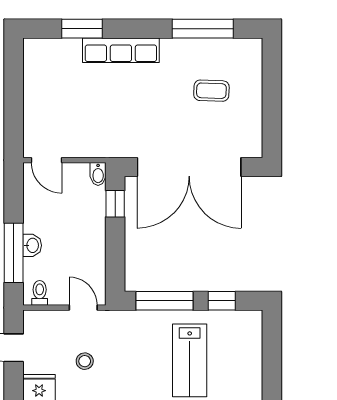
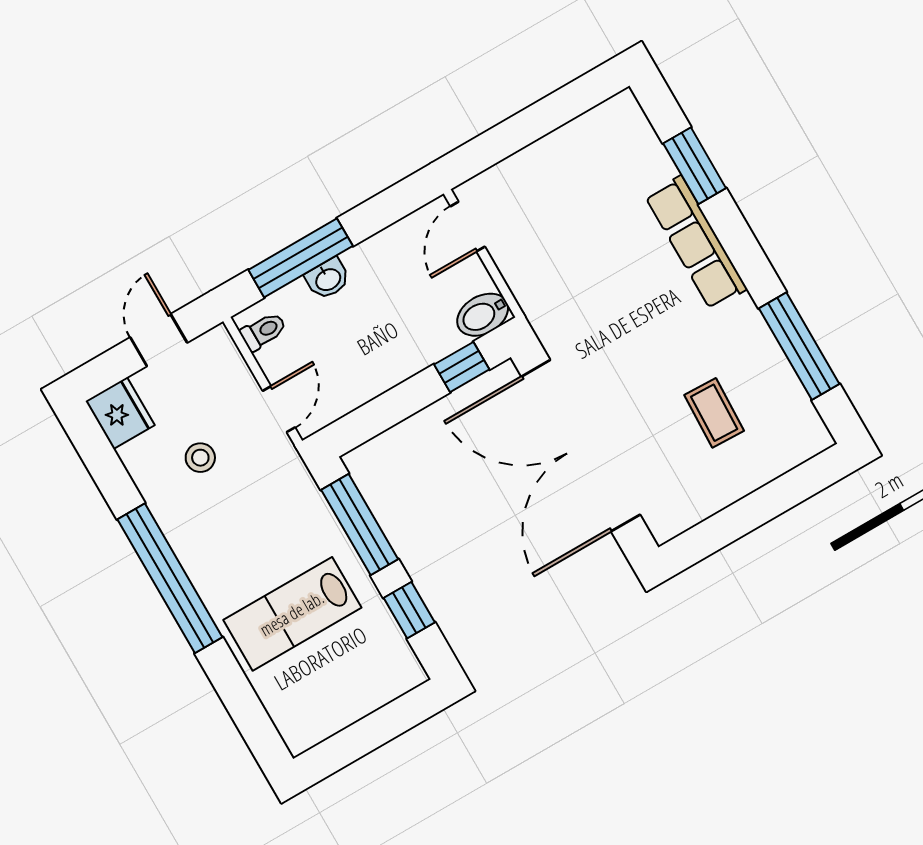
bidet: (98, 174) -> (483, 315), width x1.38, depth x1.36

